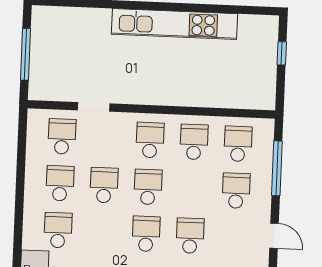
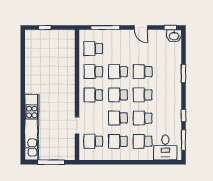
kitchen unit: (174, 24) -> (32, 127), moved
school desk: (236, 191) -> (118, 72), moved
school desk: (102, 232) -> (143, 118), added
door: (274, 236) -> (141, 28), swing flipped

